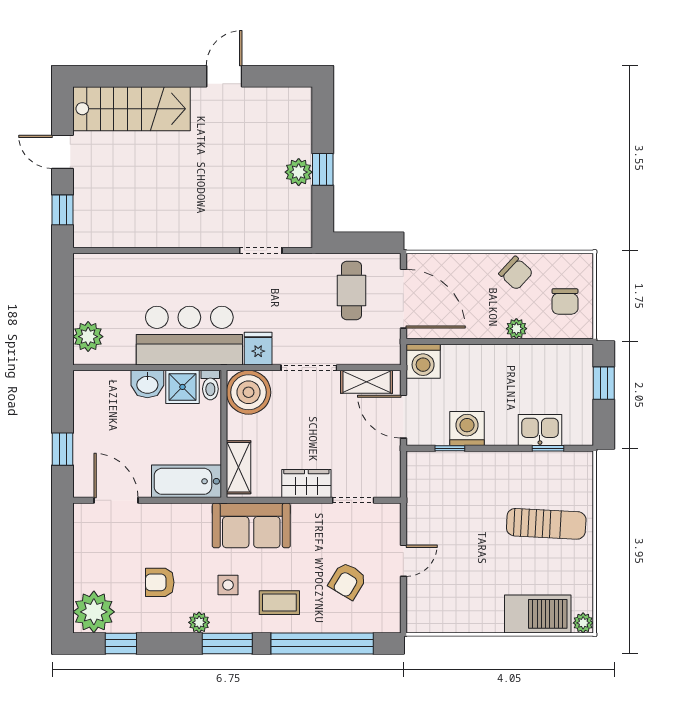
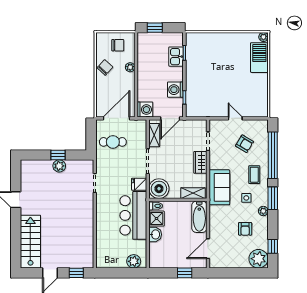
sun lounger: (546, 524) -> (219, 54), removed

